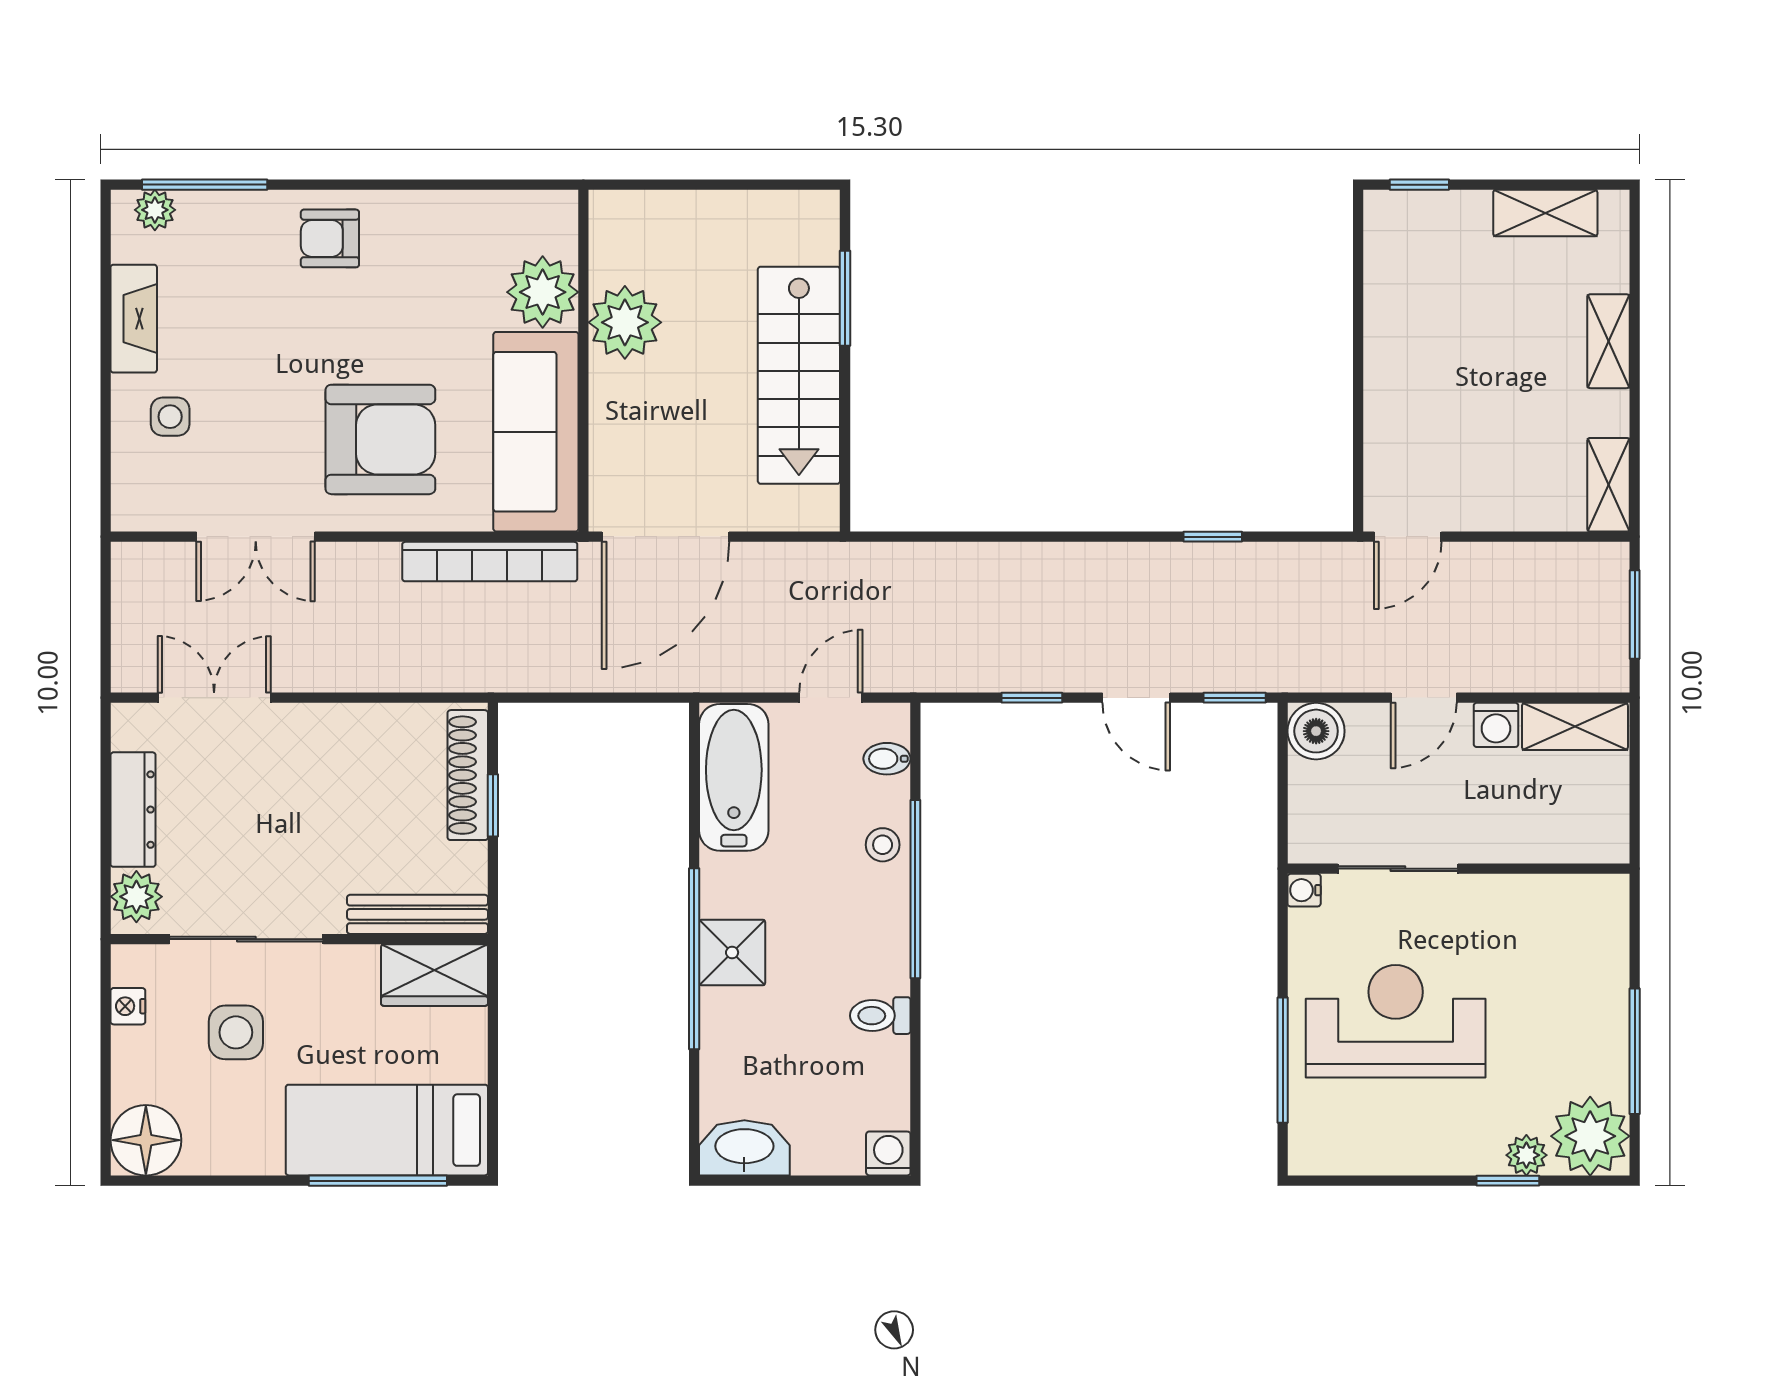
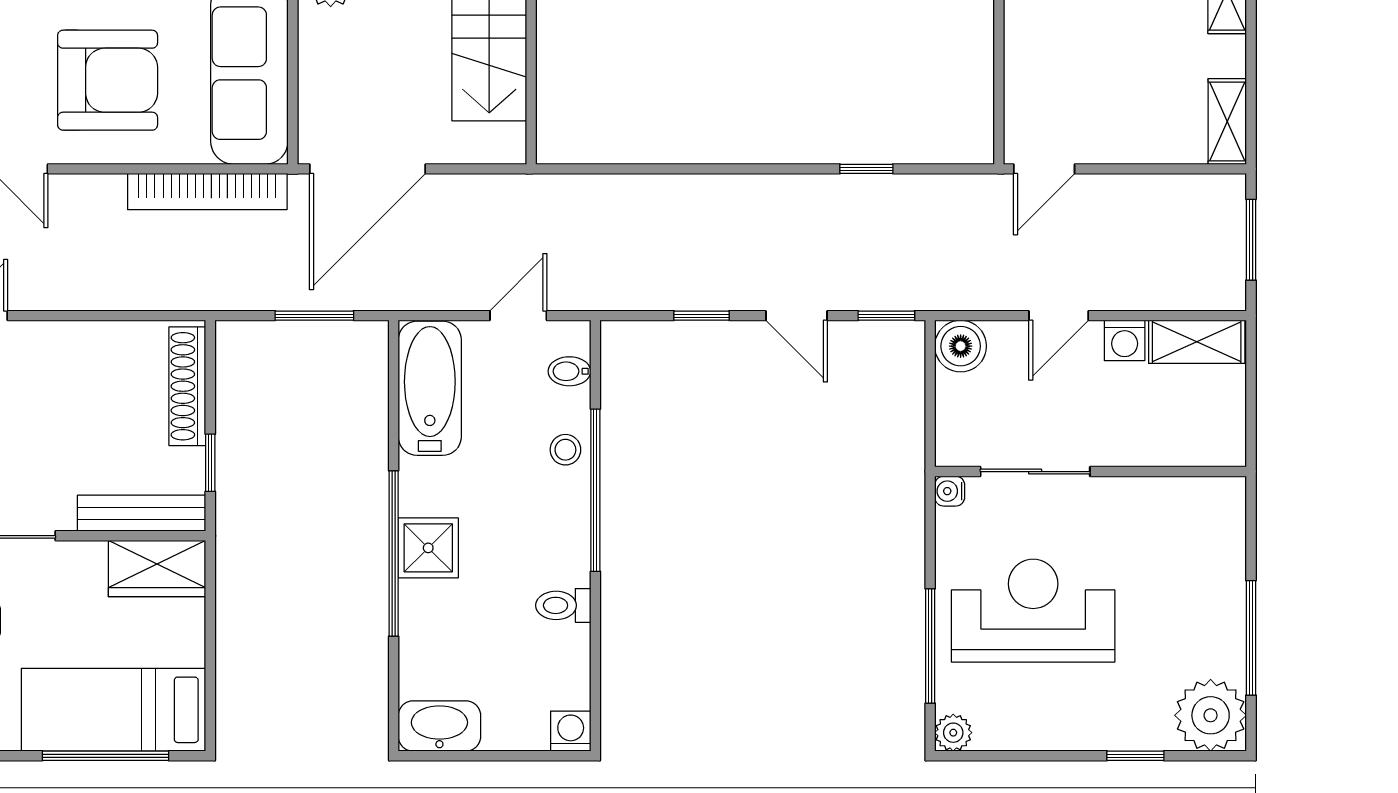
window: (607, 698) -> (314, 316), added
window: (493, 805) -> (210, 463), moved
plant: (1526, 1155) -> (953, 733), moved

